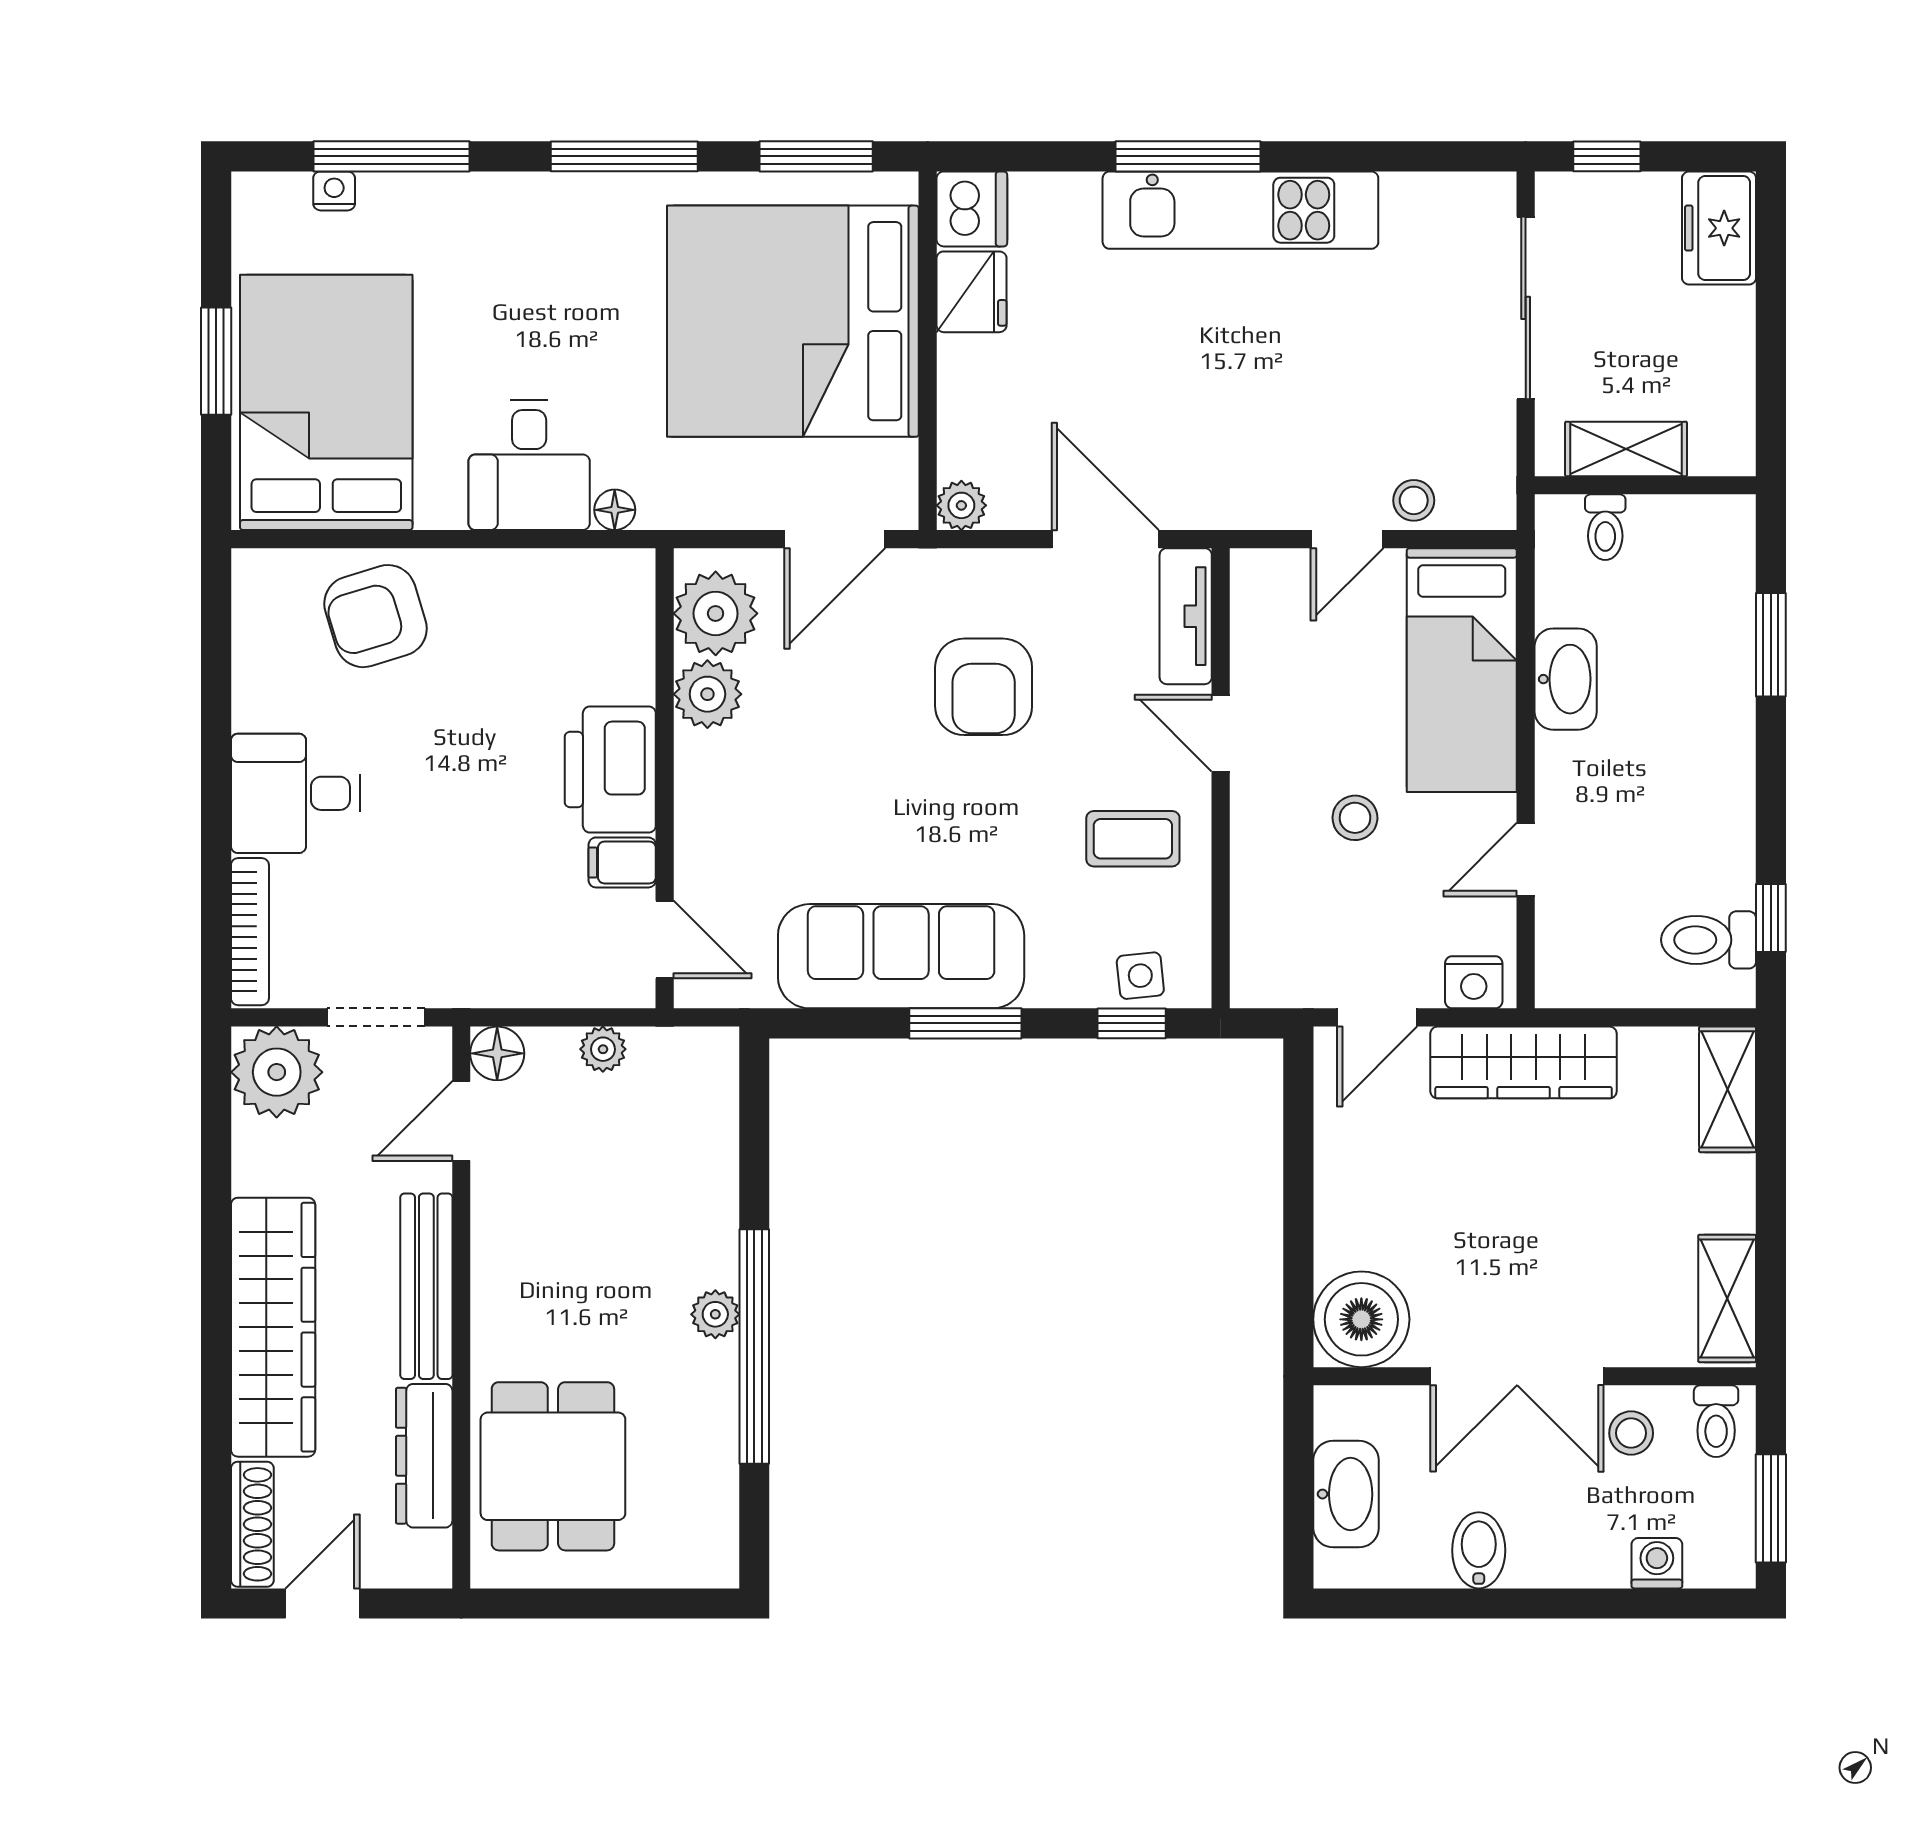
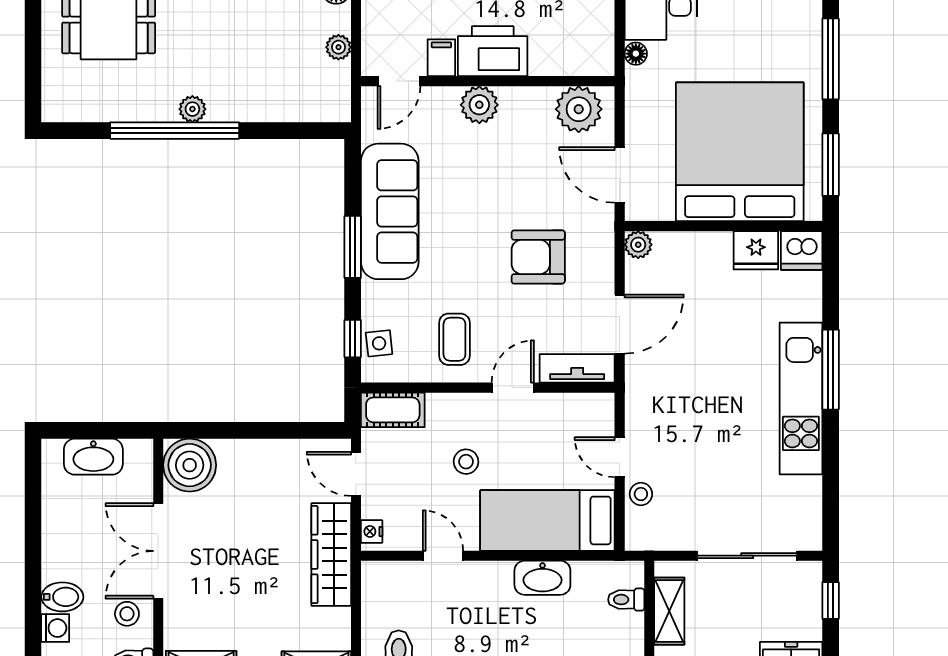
plant: (707, 694) -> (479, 105), moved
cot: (1261, 951) -> (393, 410), added
nightstand: (1474, 982) -> (372, 531), width x0.72, depth x0.74
bidet: (1479, 1550) -> (62, 597), moved

